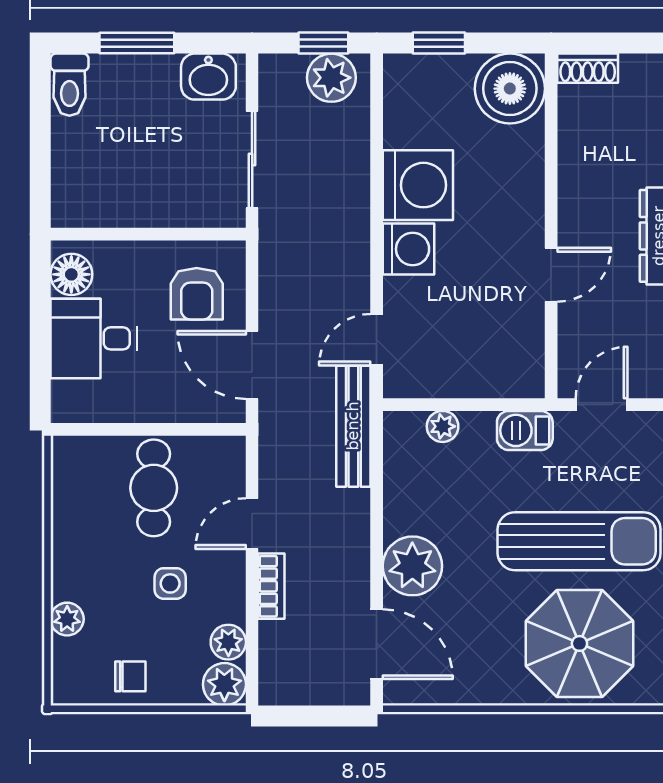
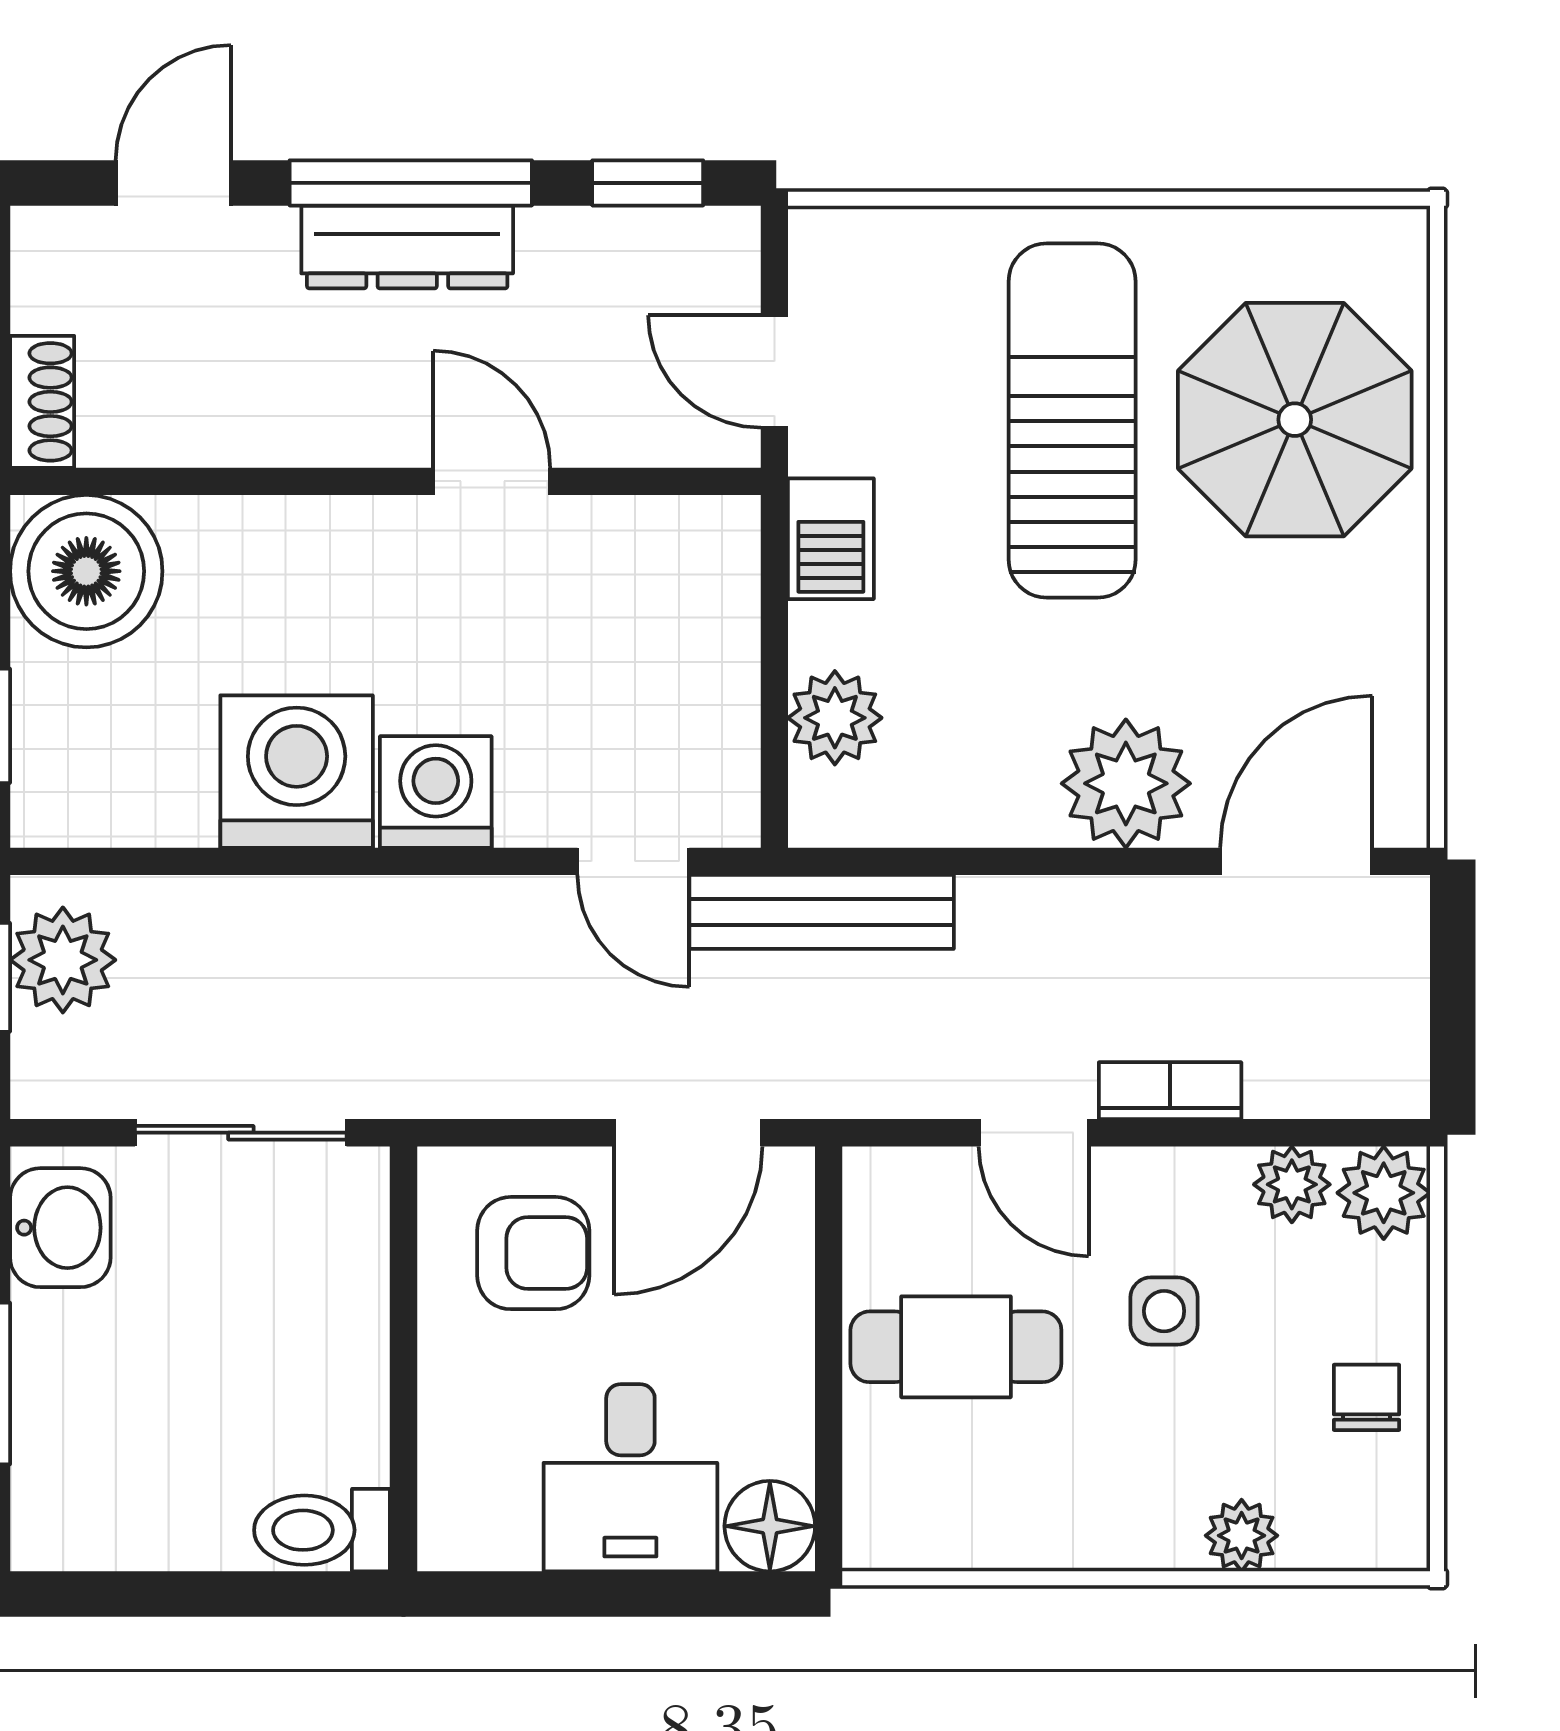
toilet: (69, 85) -> (322, 1530), moved, turned 180
floor lamp: (71, 274) -> (770, 1526), moved
plant: (443, 426) -> (835, 718), width x1.38, depth x1.38

